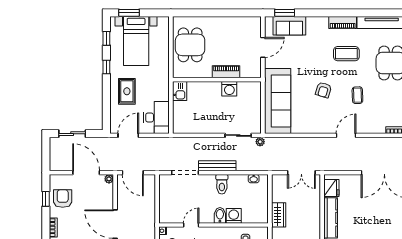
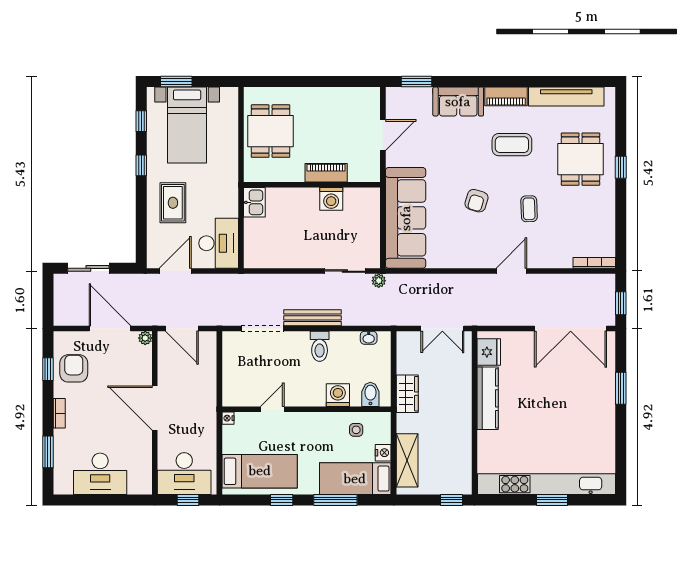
sofa: (289, 26) -> (458, 102), moved
bidet: (220, 215) -> (370, 394), moved

